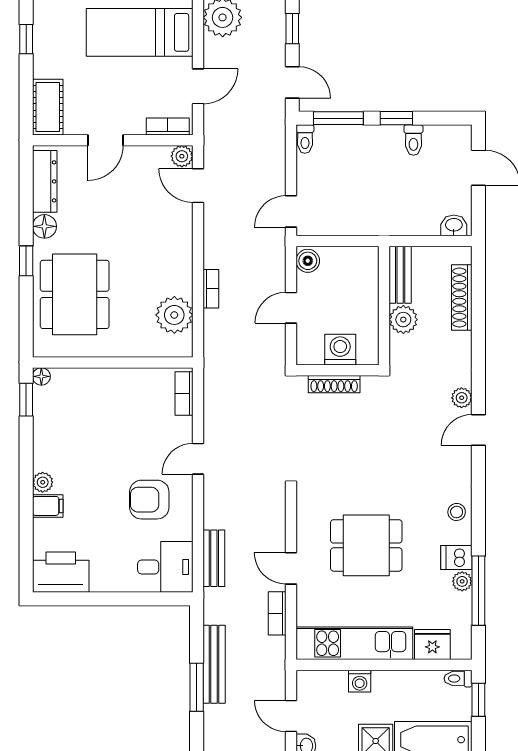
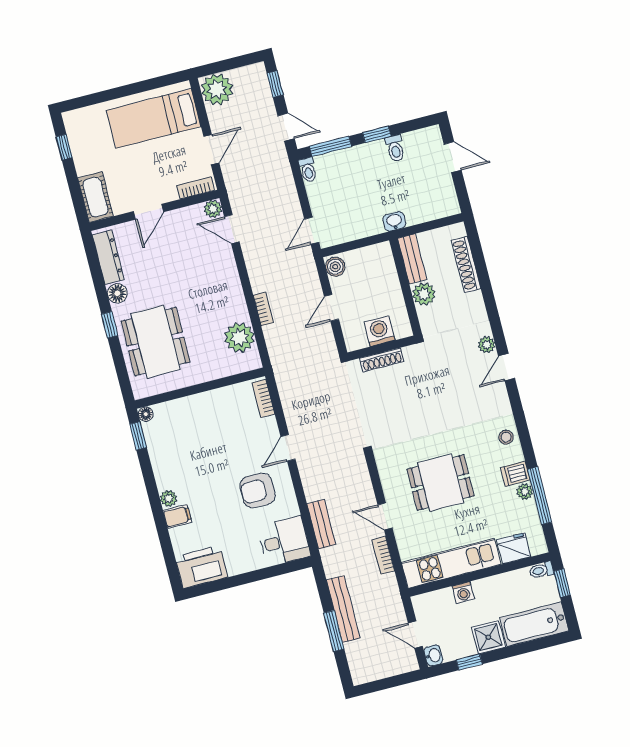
washbasin: (454, 225) -> (394, 221), moved

